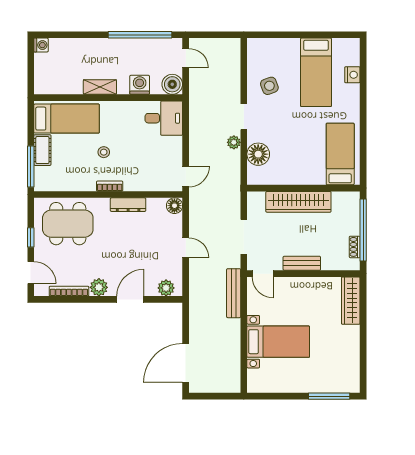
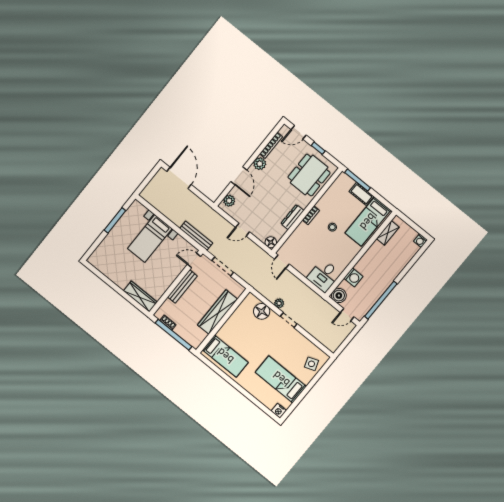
nightstand: (352, 75) -> (279, 411), moved
side table: (269, 86) -> (312, 364), moved
shelving: (100, 87) -> (388, 233), moved
bench: (302, 263) -> (182, 286), width x1.36
window: (329, 396) -> (115, 220), moved

